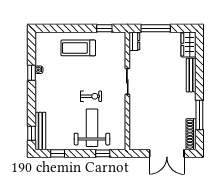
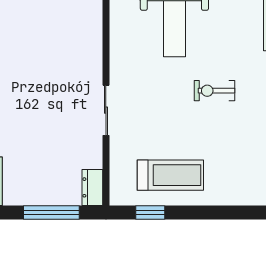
treadmill: (78, 48) -> (170, 175), moved
exercise bike: (91, 96) -> (214, 91), moved

